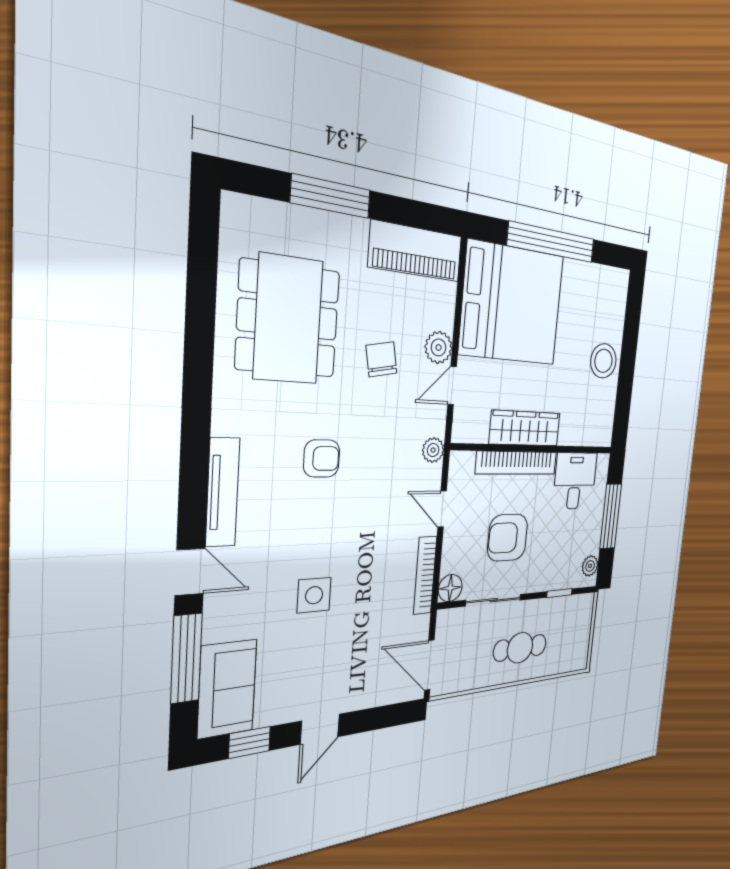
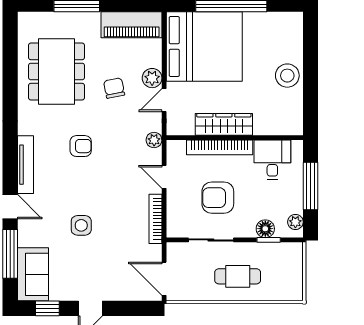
floor lamp: (450, 588) -> (265, 229), moved

